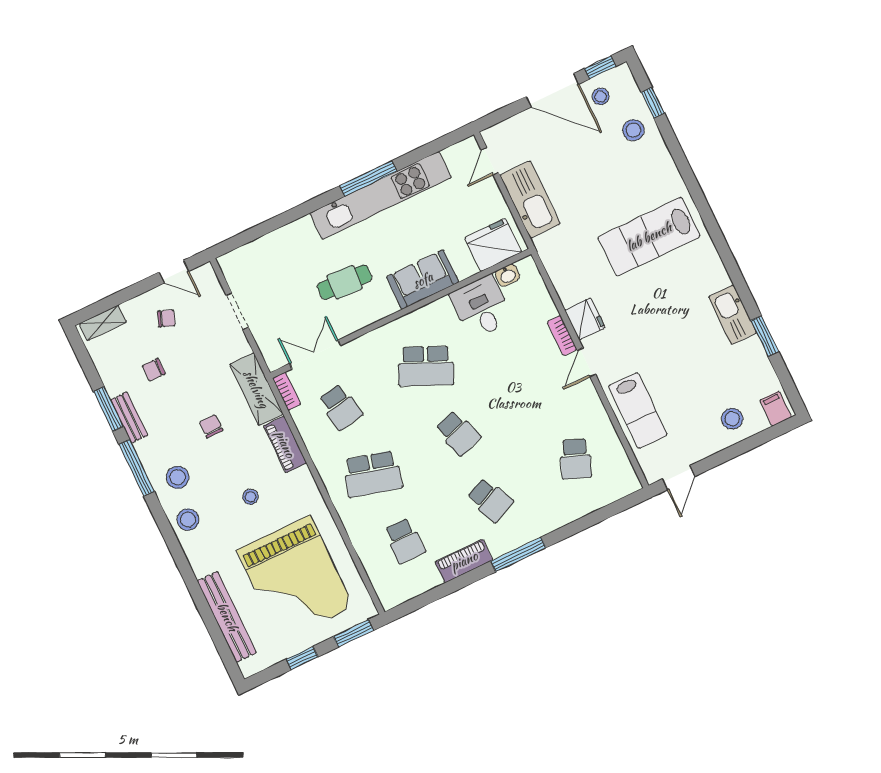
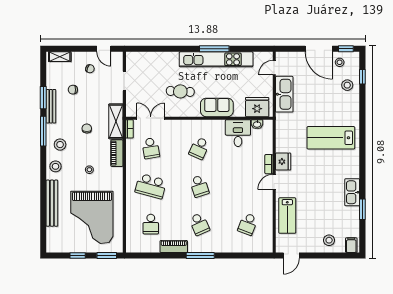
school desk: (426, 366) -> (199, 148), width x0.54
bench: (129, 418) -> (51, 106), width x1.36
bench: (227, 617) -> (52, 203), moved

